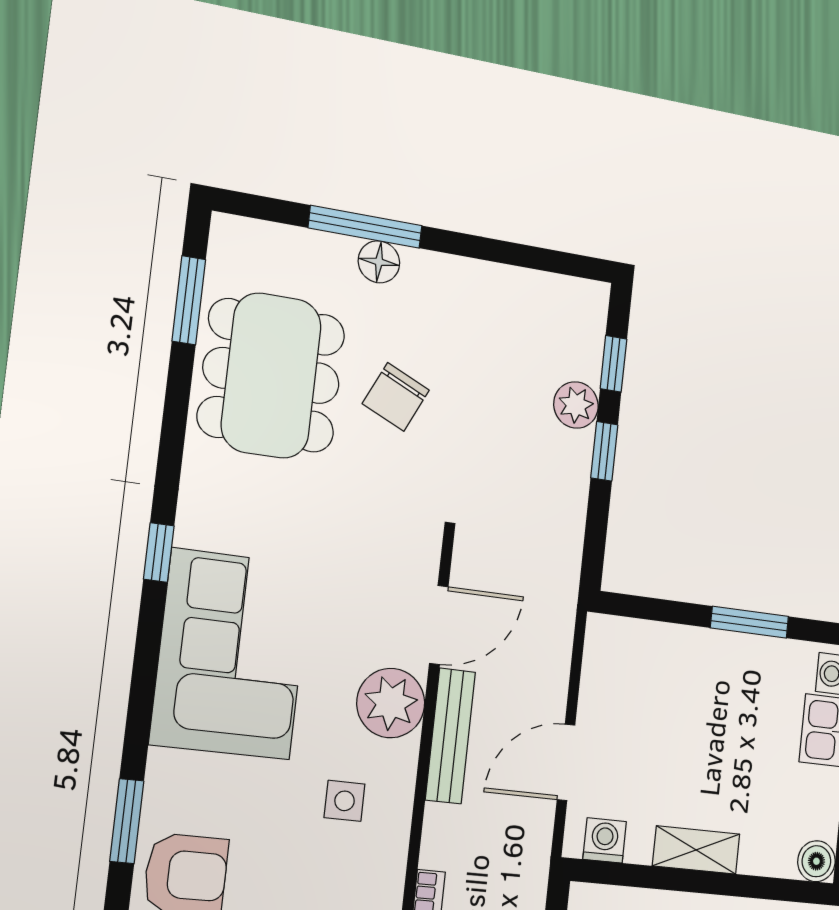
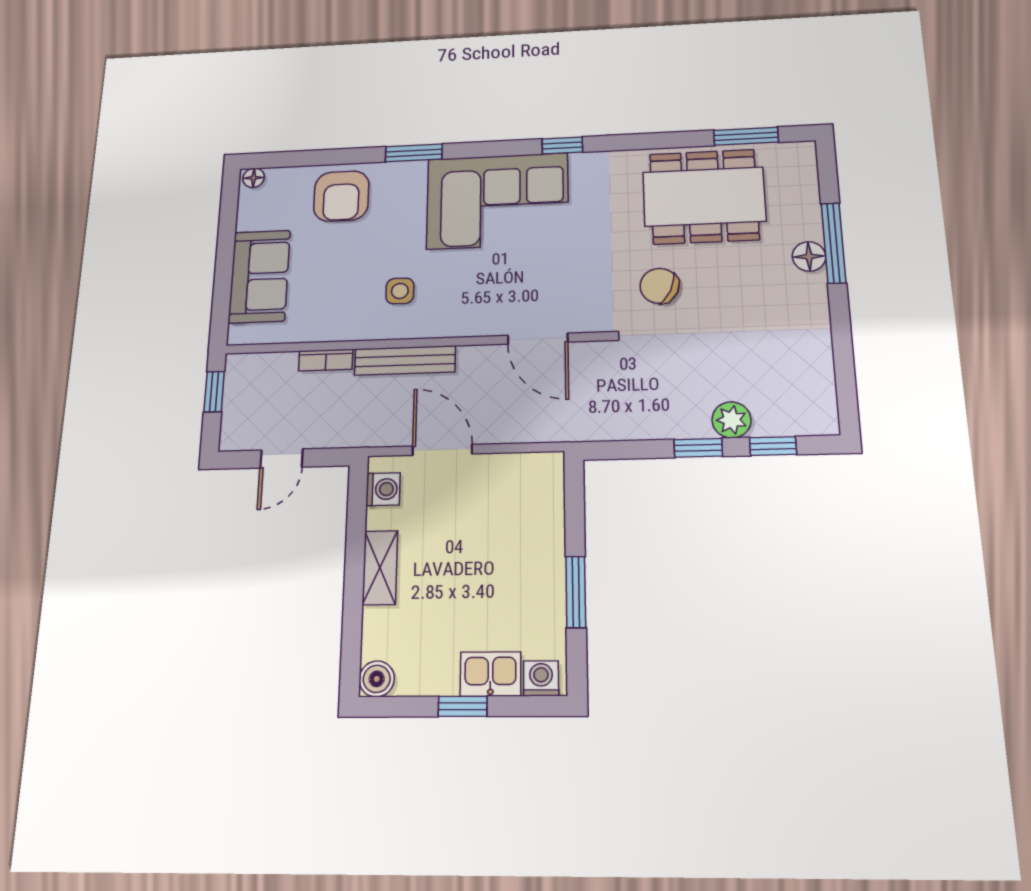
chair: (396, 397) -> (659, 286), moved
plant: (391, 703) -> (475, 313), removed
bench: (450, 736) -> (405, 360), moved
window: (127, 821) -> (414, 153), moved

